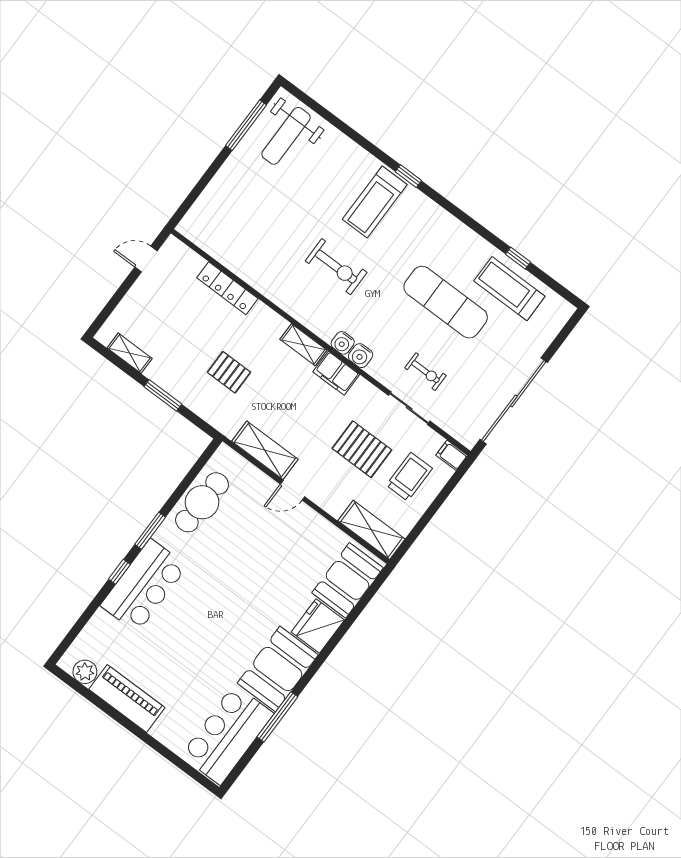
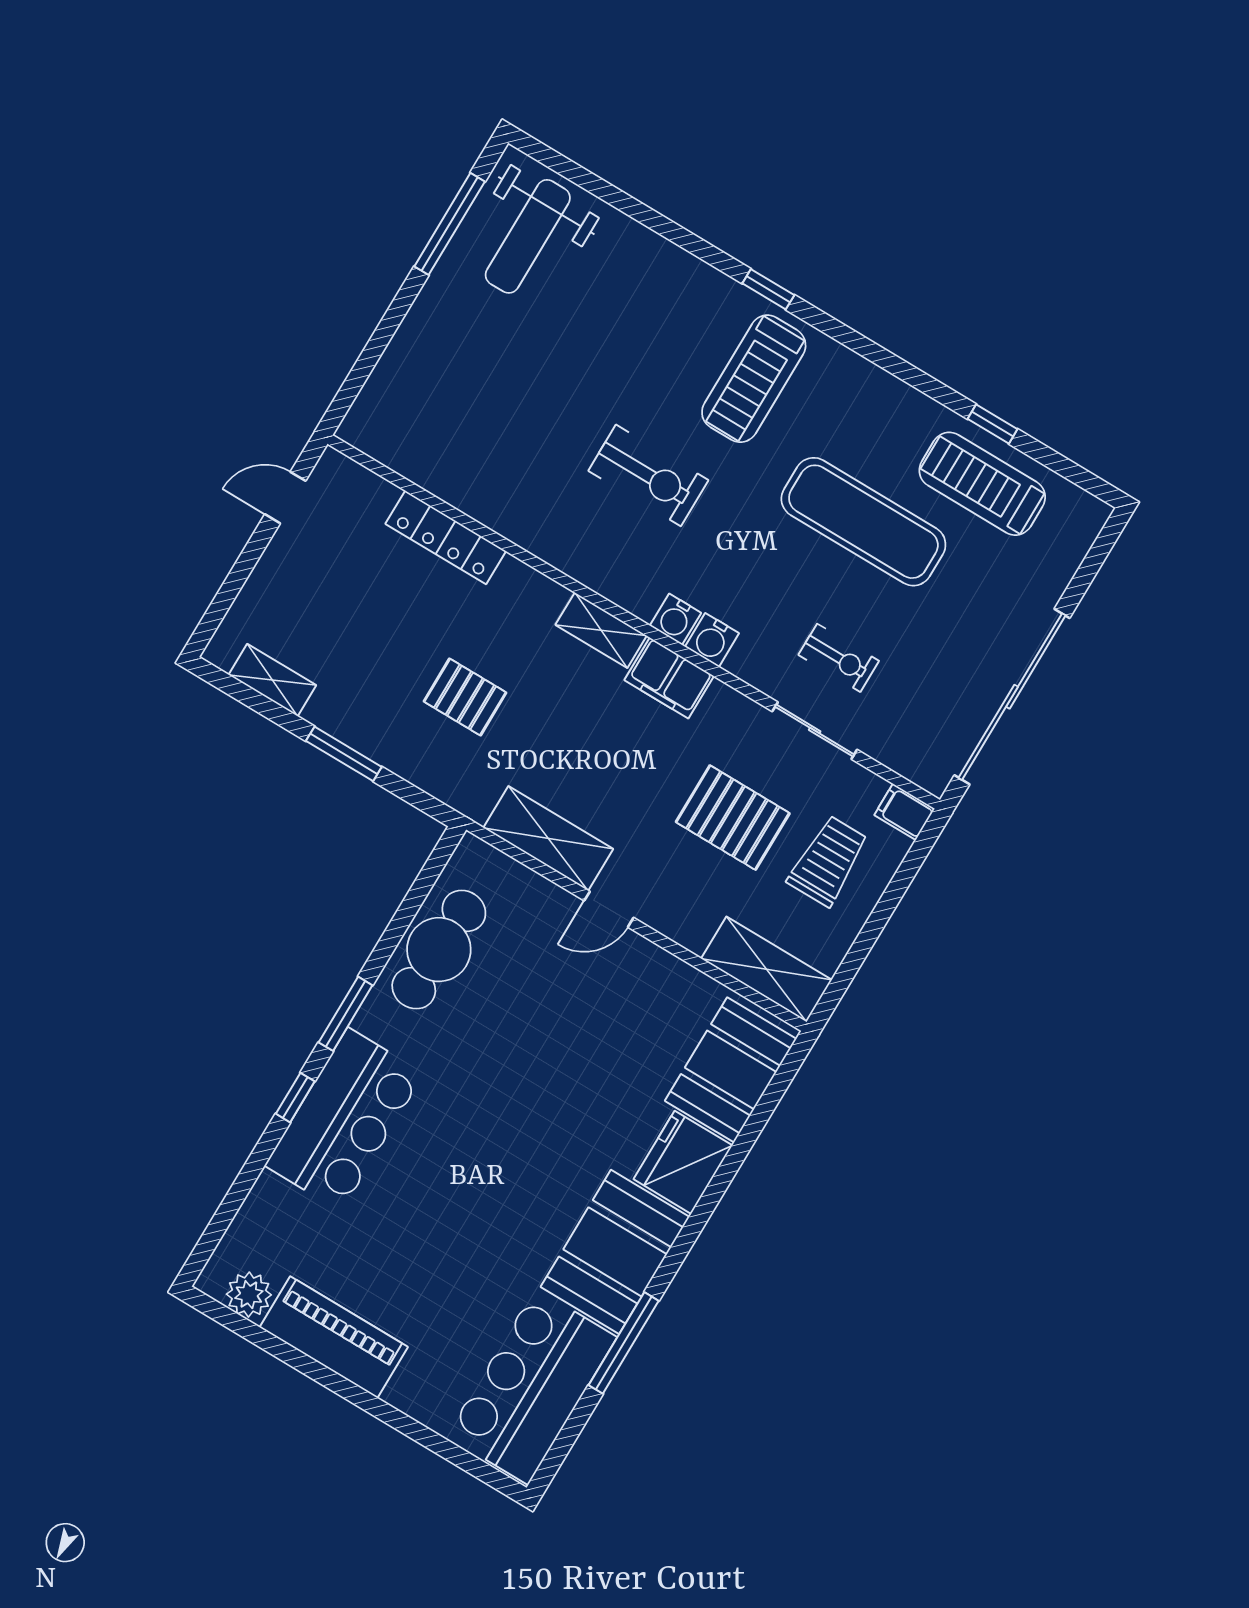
treadmill: (375, 202) -> (754, 379), moved

